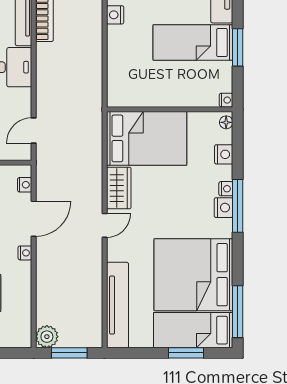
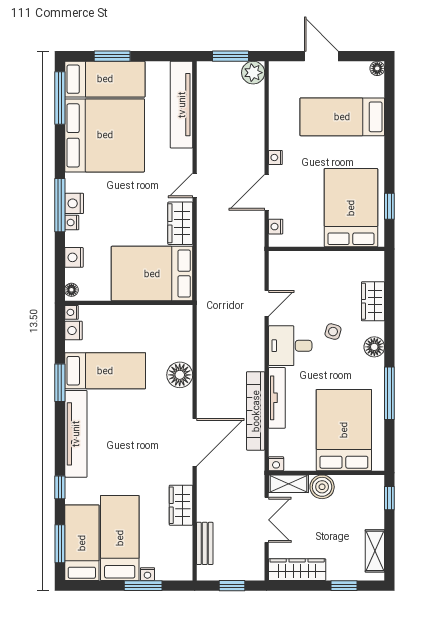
nightstand: (115, 15) -> (73, 330), moved, turned 180
floor lamp: (119, 38) -> (180, 375), added
window: (238, 47) -> (60, 383), moved
door: (34, 130) -> (267, 303), moved

